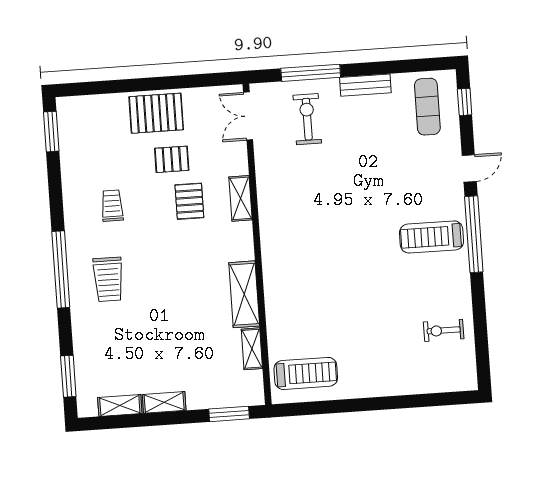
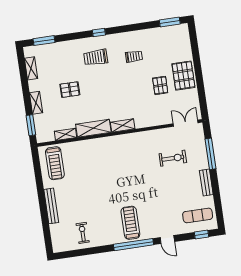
exercise bike: (307, 119) -> (173, 158), moved
shelving: (241, 198) -> (123, 126), moved
pallet: (189, 201) -> (70, 90), moved
window: (61, 269) -> (99, 32), width x0.32
bench: (387, 387) -> (51, 206), added
shelving: (164, 402) -> (36, 103), moved

